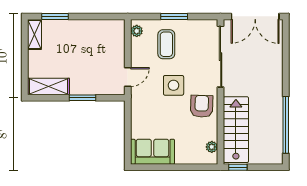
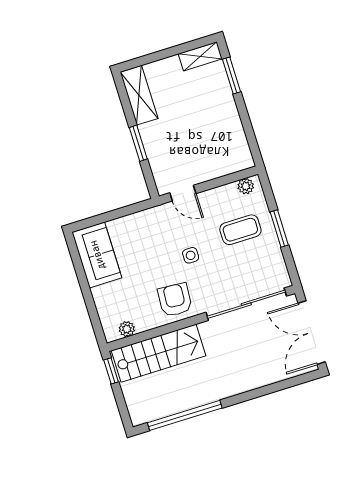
side table: (174, 85) -> (191, 255), width x0.54, depth x0.54
armchair: (202, 106) -> (175, 300), turned -88

